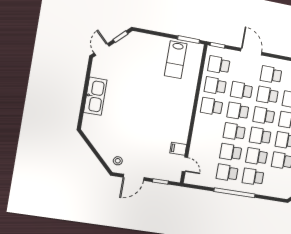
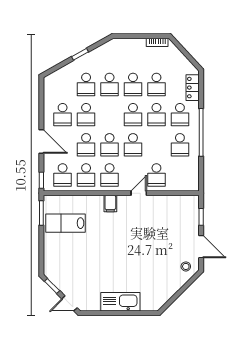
door: (251, 52) -> (41, 141), swing flipped
lab bench: (176, 60) -> (66, 223), turned 180
school desk: (264, 116) -> (110, 115), removed
filing cabinet: (178, 149) -> (110, 204), moved
school desk: (231, 152) -> (156, 175), moved
door: (185, 164) -> (139, 193), moved
locker: (274, 191) -> (193, 88), added

